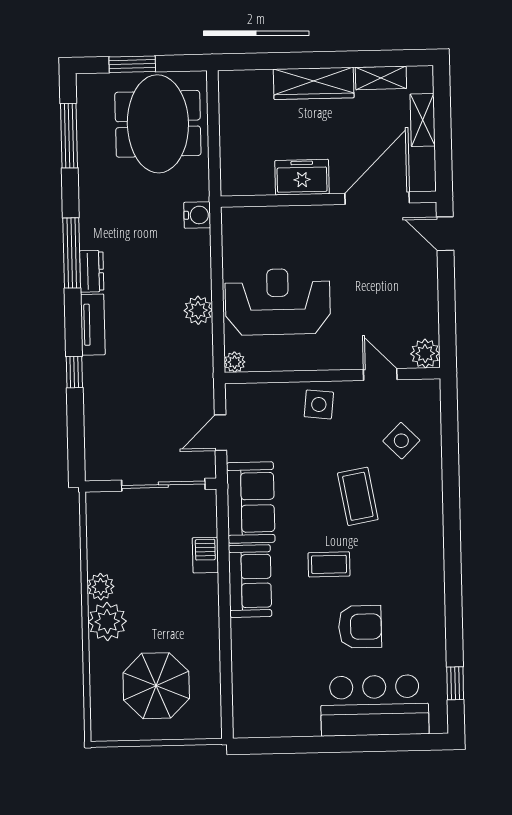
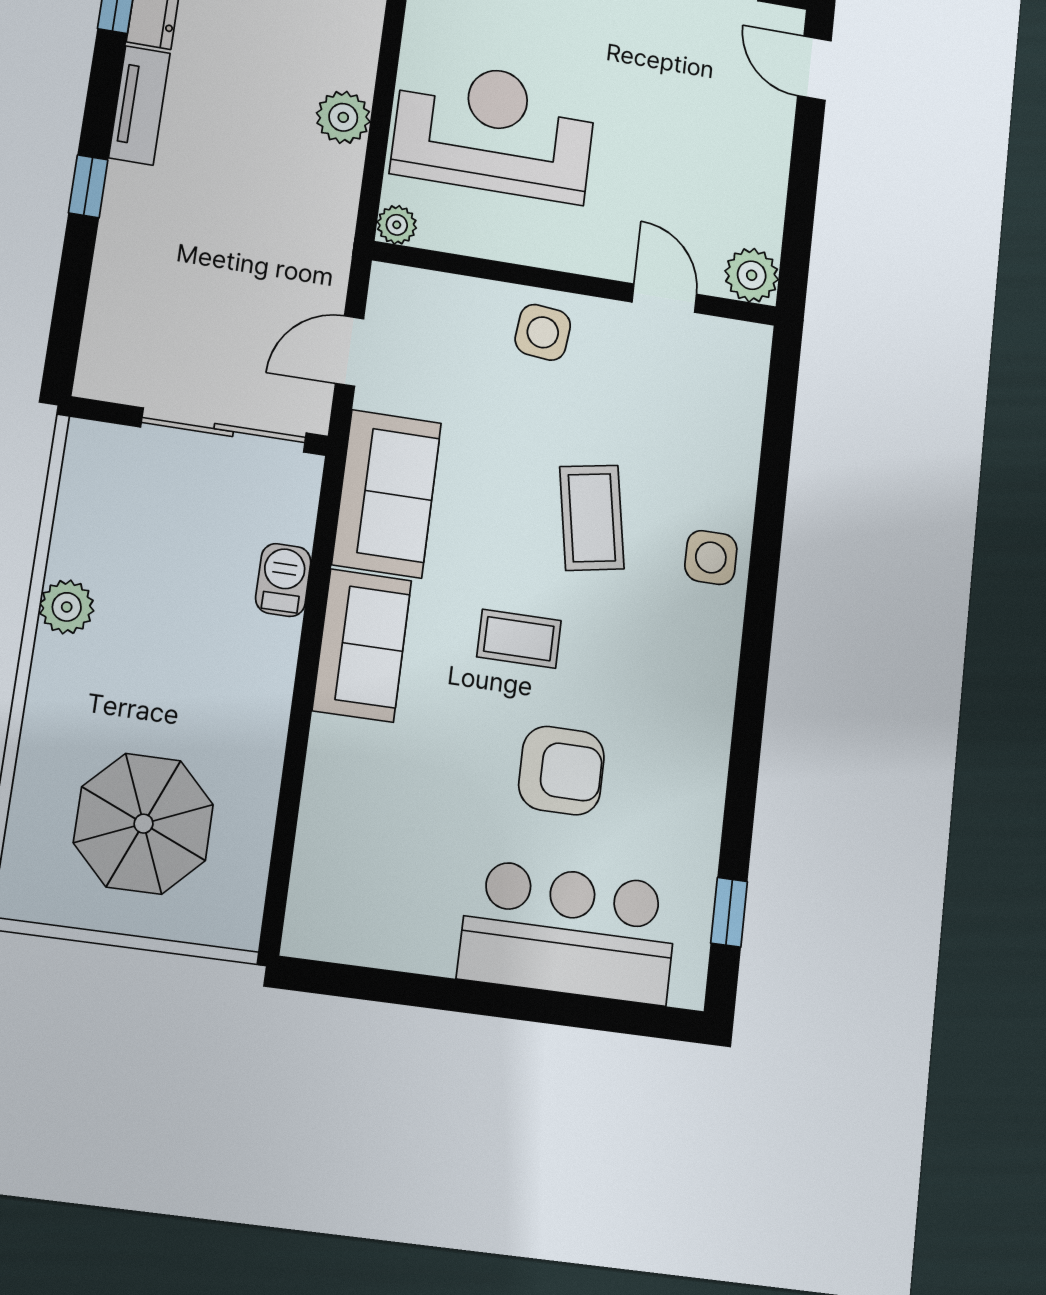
side table: (401, 441) -> (711, 557), moved, turned 45
plant: (107, 622) -> (68, 678), removed

